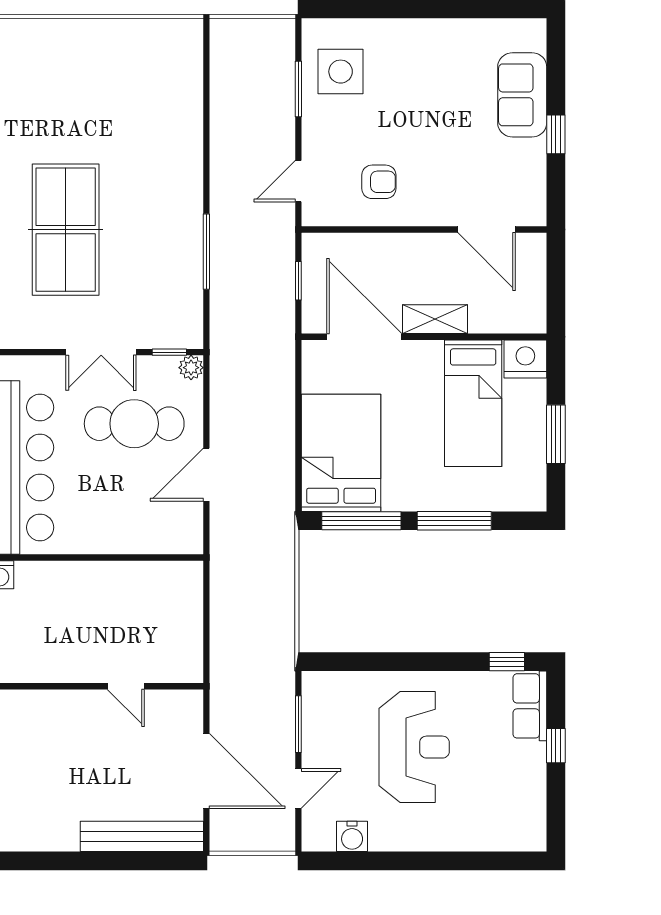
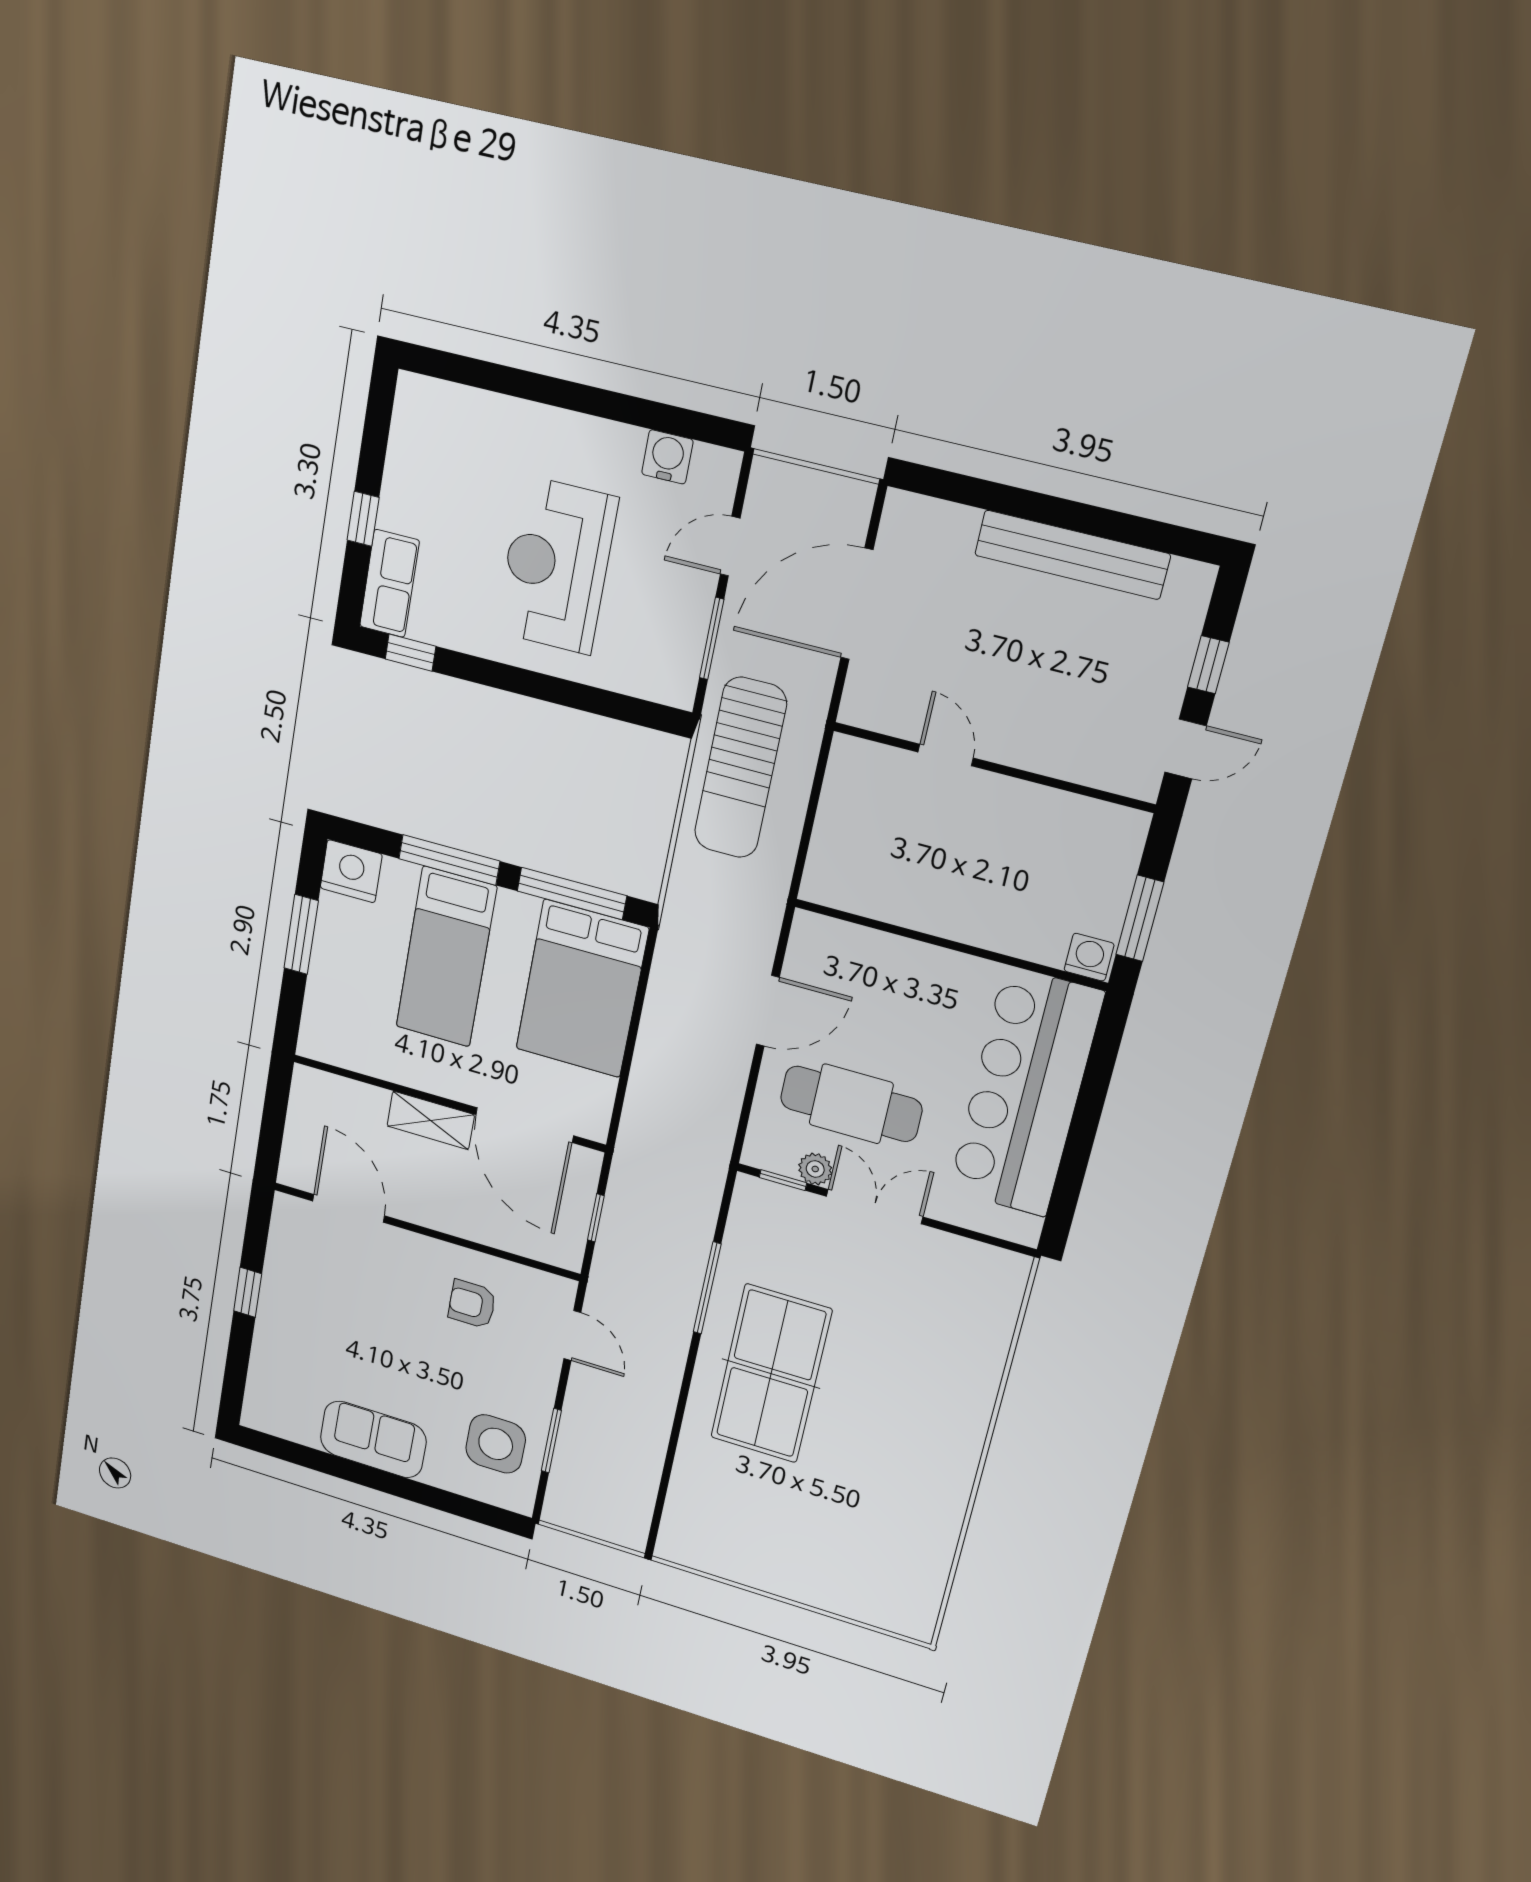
sofa: (522, 95) -> (373, 1439), moved, turned -90
door: (298, 181) -> (572, 1336), hinge flipped
table tennis table: (66, 230) -> (771, 1374), moved
nightstand: (525, 359) -> (351, 871), moved, turned 180
plant: (191, 368) -> (815, 1169), moved
bed: (473, 403) -> (446, 957), moved, turned 180
sun lounger: (261, 641) -> (740, 768), added
door: (206, 771) -> (857, 604), hinge flipped
bench: (142, 836) -> (1072, 555), moved

